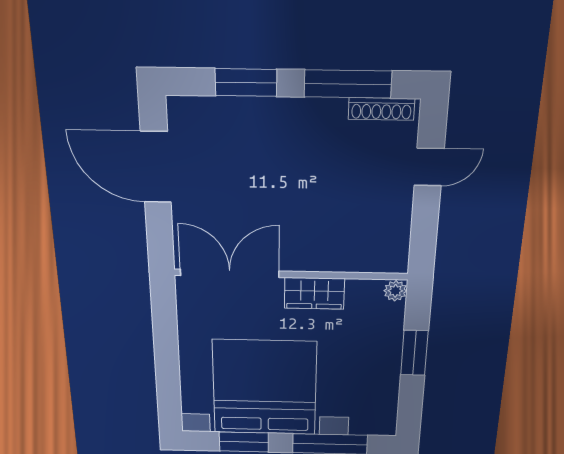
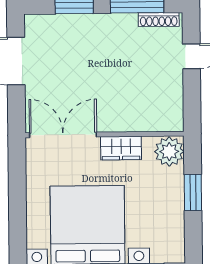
plant: (395, 291) -> (169, 152), width x1.88, depth x1.88

